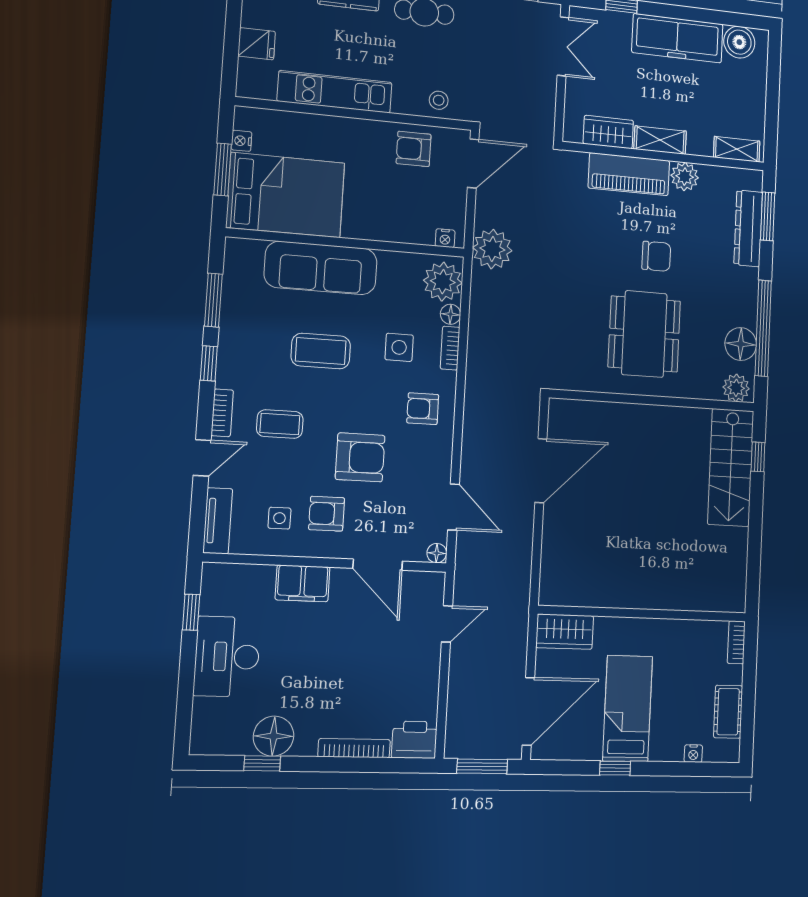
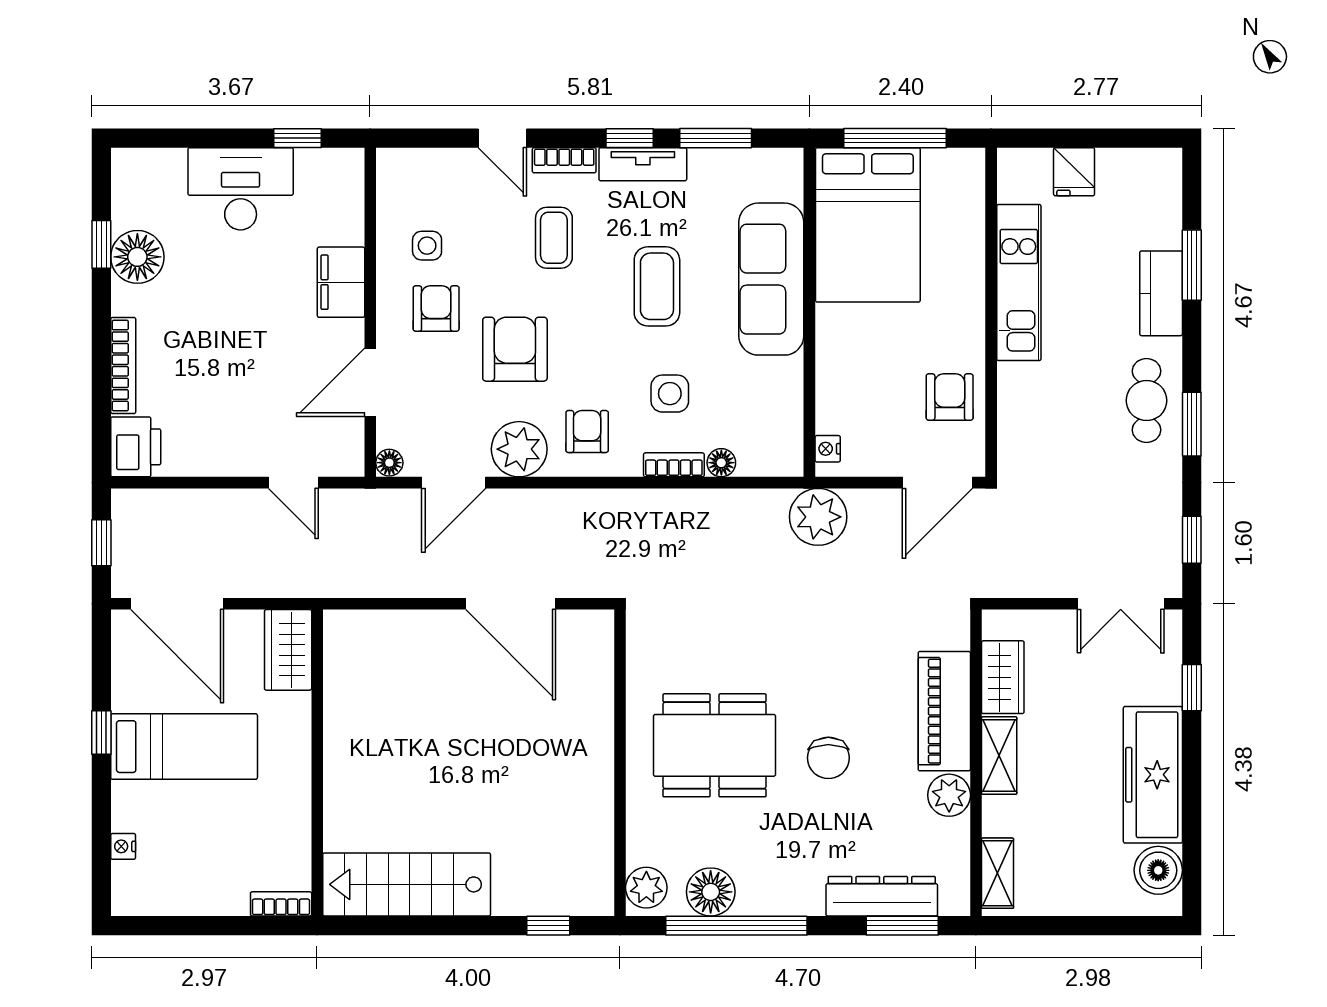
stool: (439, 100) -> (1023, 428), removed
nightstand: (242, 141) -> (937, 161), removed
door: (473, 163) -> (937, 483), hinge flipped
window: (223, 169) -> (895, 138), width x1.44
plant: (443, 282) -> (519, 449), moved
armchair: (360, 457) -> (515, 349), turned 180
stairs: (731, 467) -> (407, 884), moved
tv unit: (218, 521) -> (643, 164), moved
cot: (728, 712) -> (183, 896), removed
window: (482, 766) -> (101, 543), width x0.67

